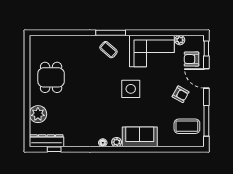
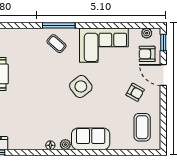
plant: (180, 40) -> (147, 33), moved
side table: (131, 89) -> (81, 86), turned -38
window: (206, 121) -> (163, 121), removed
coffee table: (187, 126) -> (142, 127), turned 90

